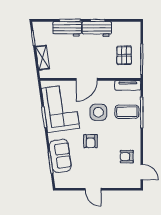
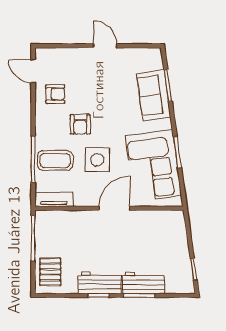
pallet: (124, 55) -> (50, 272), moved
shelving: (43, 58) -> (180, 240), removed
armchair: (91, 141) -> (80, 124), moved, turned 180

